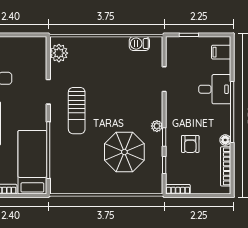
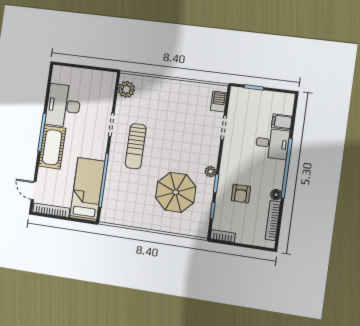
barbecue: (139, 44) -> (219, 101), moved, turned 90
filing cabinet: (221, 52) -> (282, 122), moved

